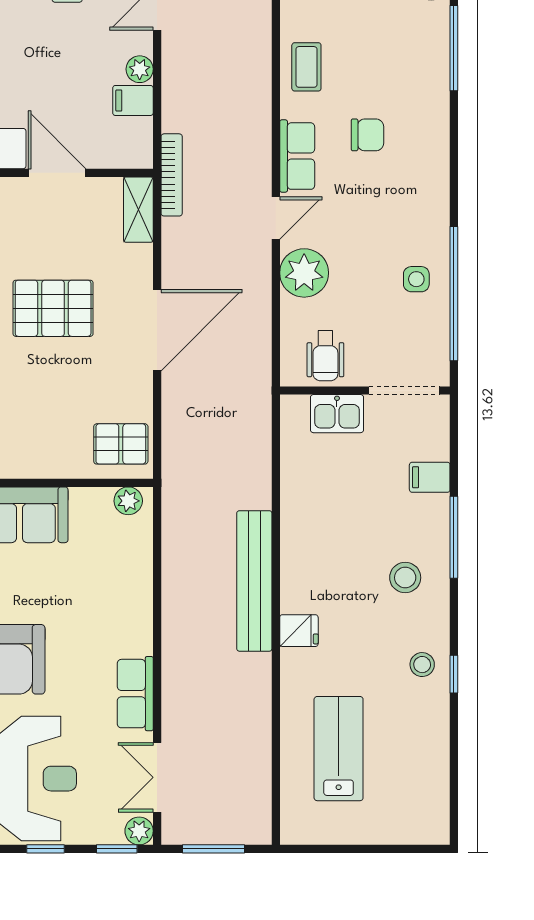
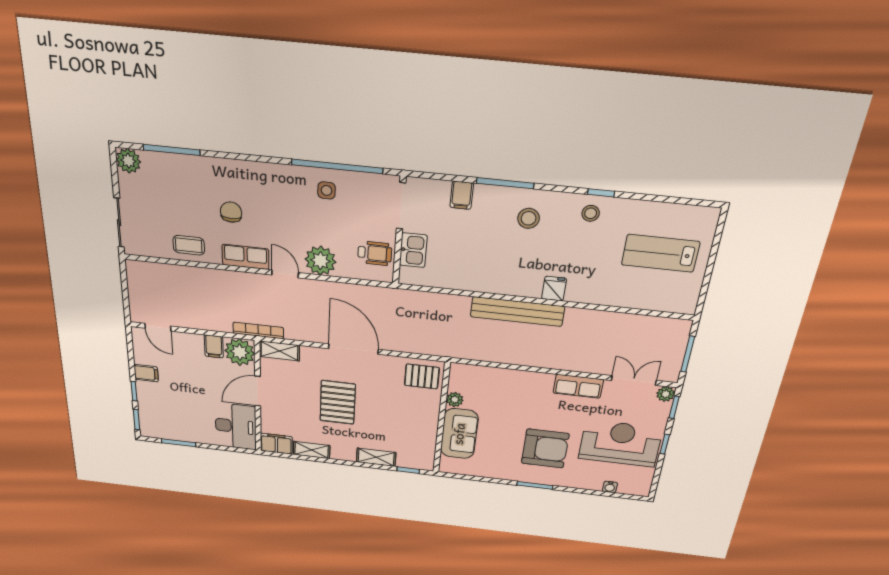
plant: (140, 69) -> (240, 352), moved, width x1.87, depth x1.87
pallet: (121, 444) -> (422, 376), turned 90
plant: (128, 501) -> (455, 400), moved
lab bench: (339, 749) -> (660, 253), moved
double door: (157, 777) -> (634, 380), swing flipped

